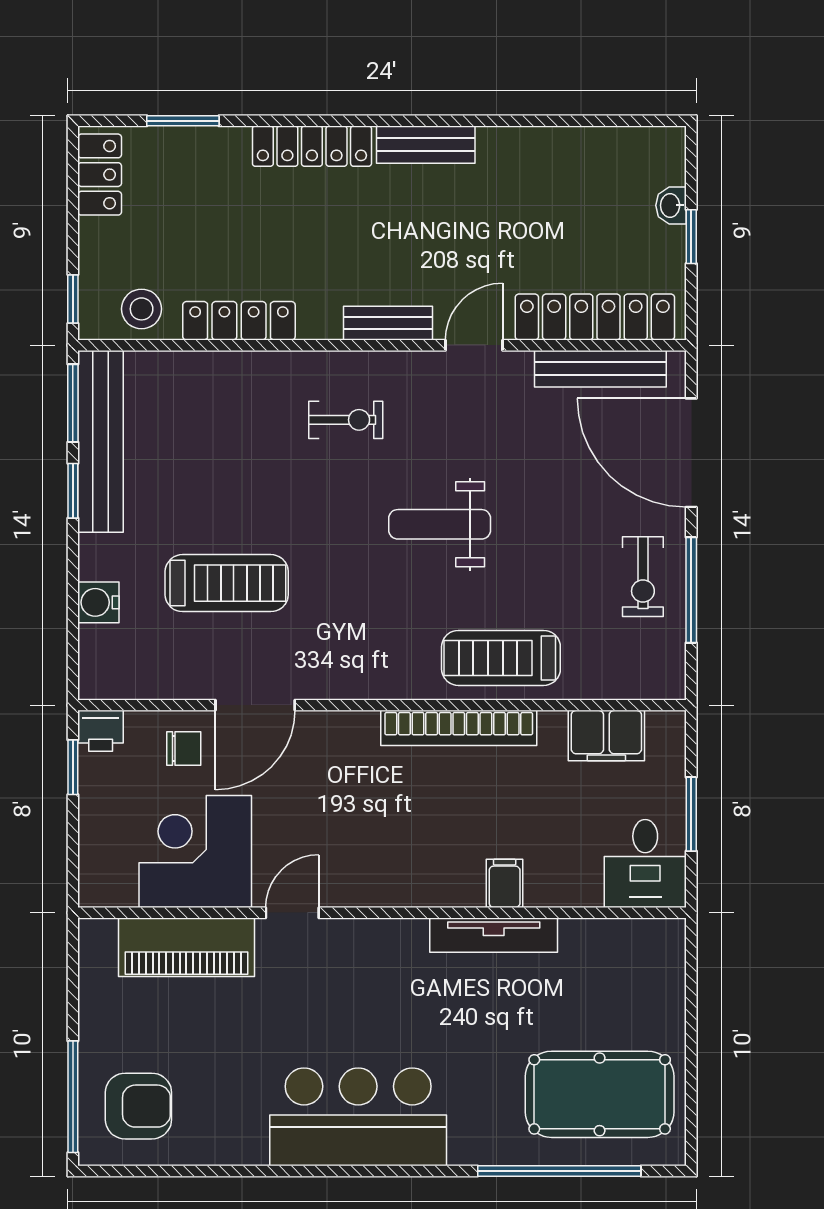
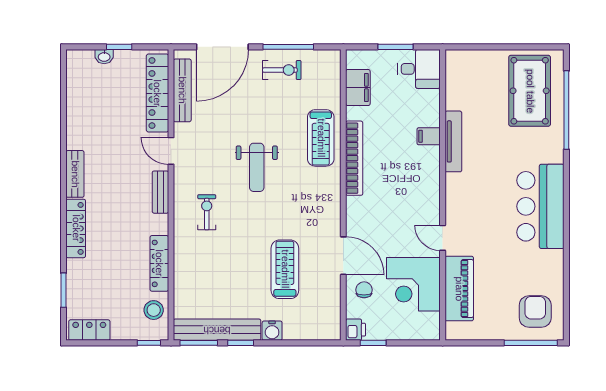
water cooler: (98, 602) -> (272, 331), moved

